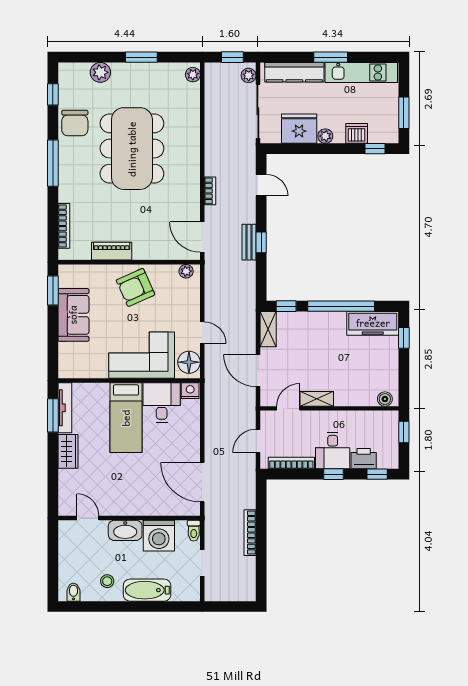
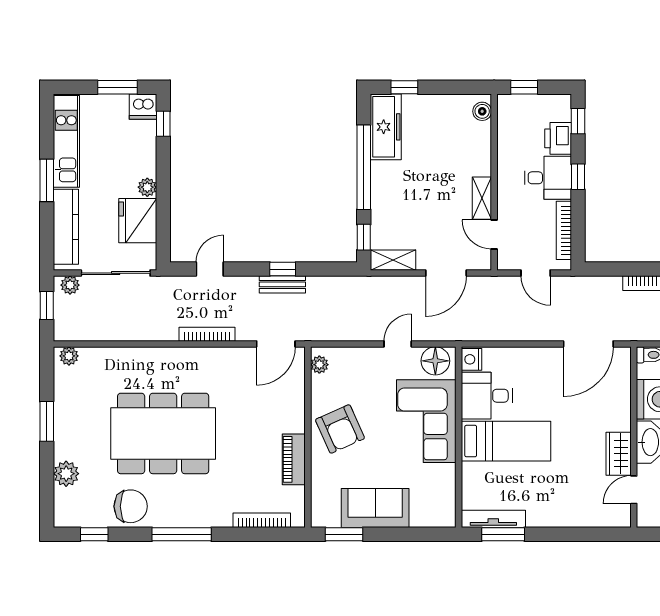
dishwasher: (357, 133) -> (143, 107), moved, turned -90
bookcase: (210, 191) -> (207, 334), width x1.56
wardrobe: (68, 451) -> (619, 454), moved, turned -90

